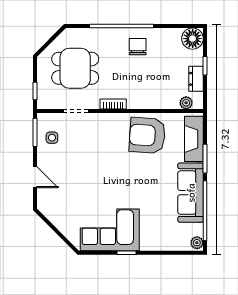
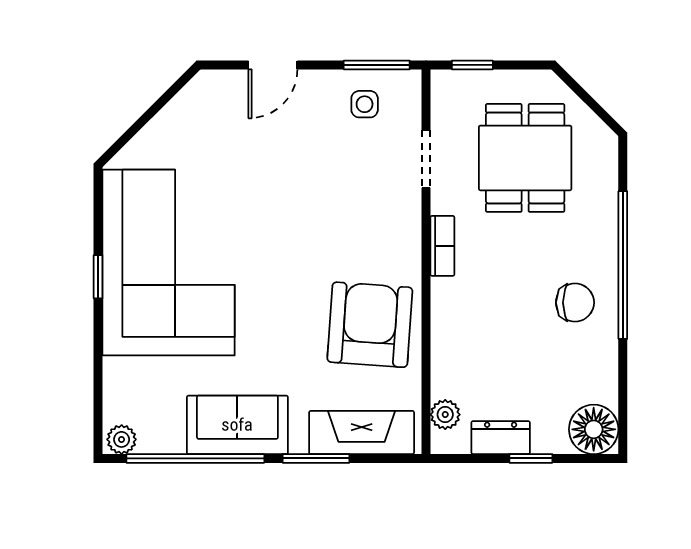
sofa: (191, 193) -> (237, 425), width x0.73
corner sofa: (110, 230) -> (169, 263), width x1.36, depth x1.36

